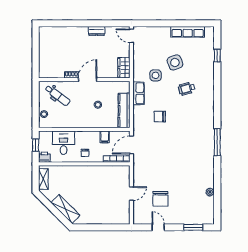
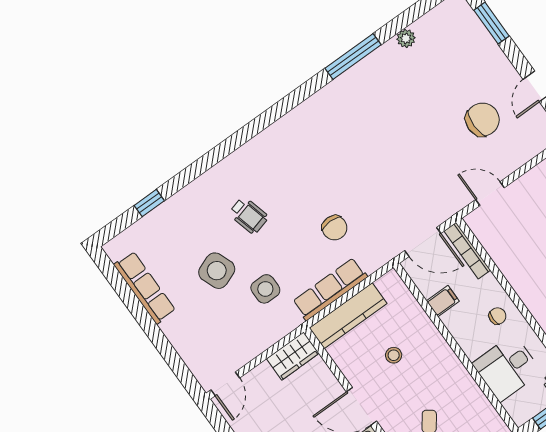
row of seats: (139, 93) -> (330, 289), width x1.48
kitchen counter: (124, 110) -> (348, 316), moved
window: (217, 142) -> (353, 57), moved
door: (131, 193) -> (490, 194), moved

